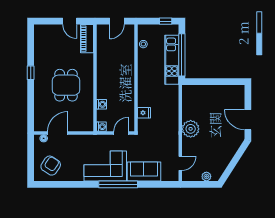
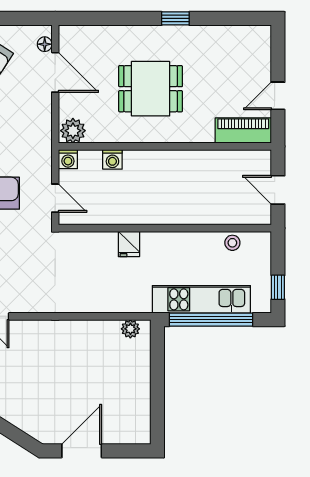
fridge: (144, 113) -> (129, 244), moved
plant: (87, 124) -> (73, 131), added
plant: (191, 129) -> (130, 329), moved, width x0.53, depth x0.53

